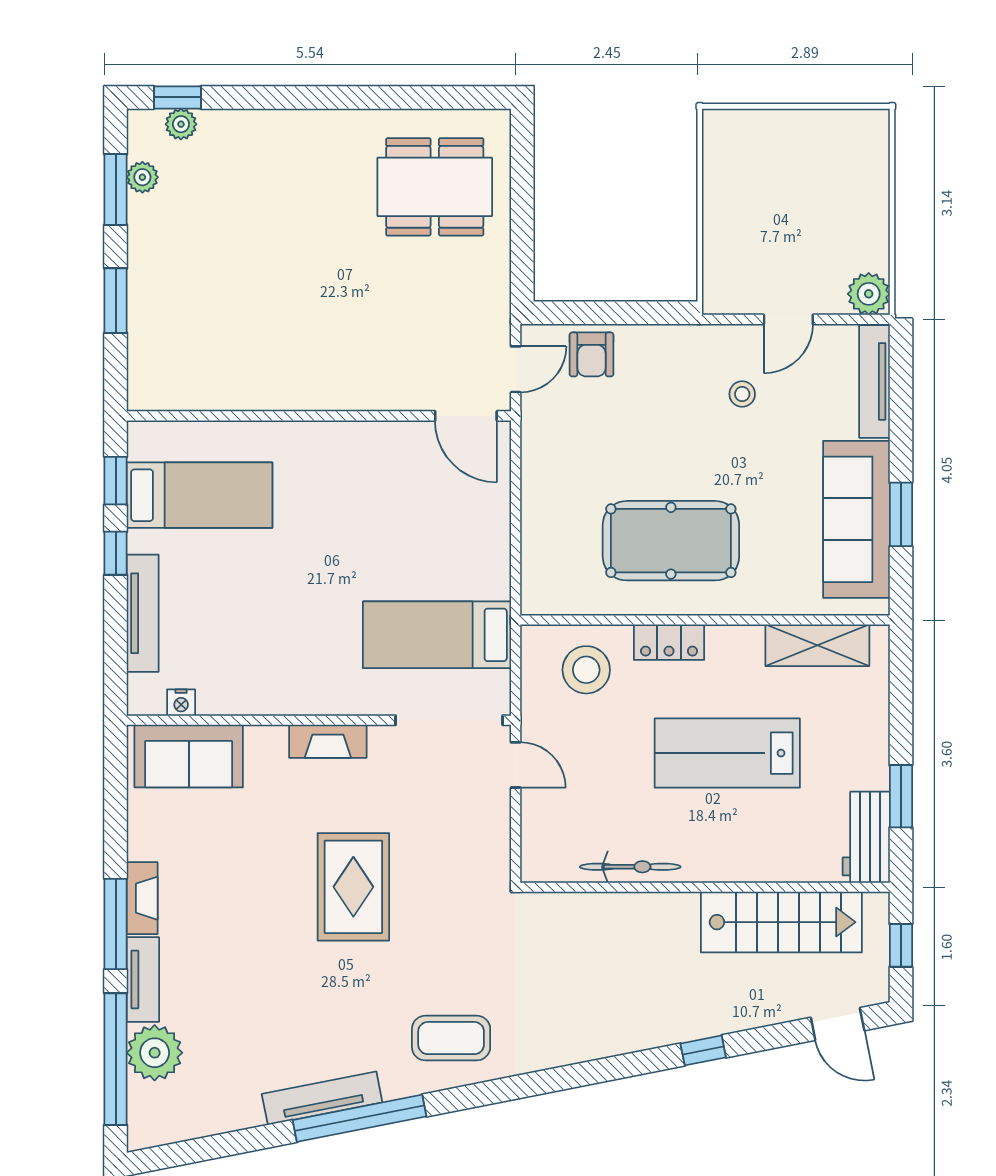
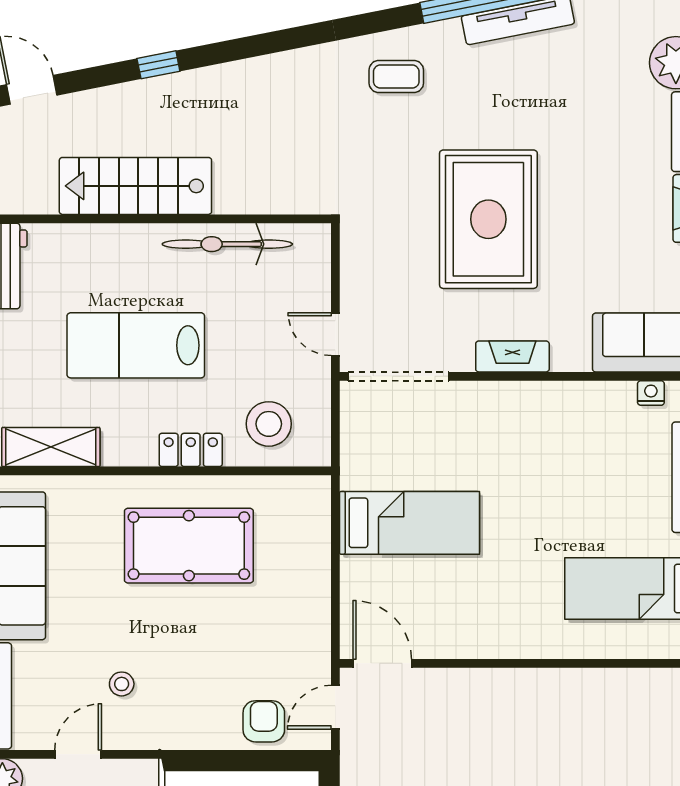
bed: (437, 635) -> (409, 523), moved
lab bench: (727, 753) -> (136, 345), turned 180
bicycle: (630, 867) -> (227, 244), width x1.37, depth x1.40
rug: (353, 887) -> (488, 219), width x1.37, depth x1.44
stairs: (781, 922) -> (135, 186), moved
coffee table: (451, 1038) -> (396, 77), width x0.73, depth x0.77

